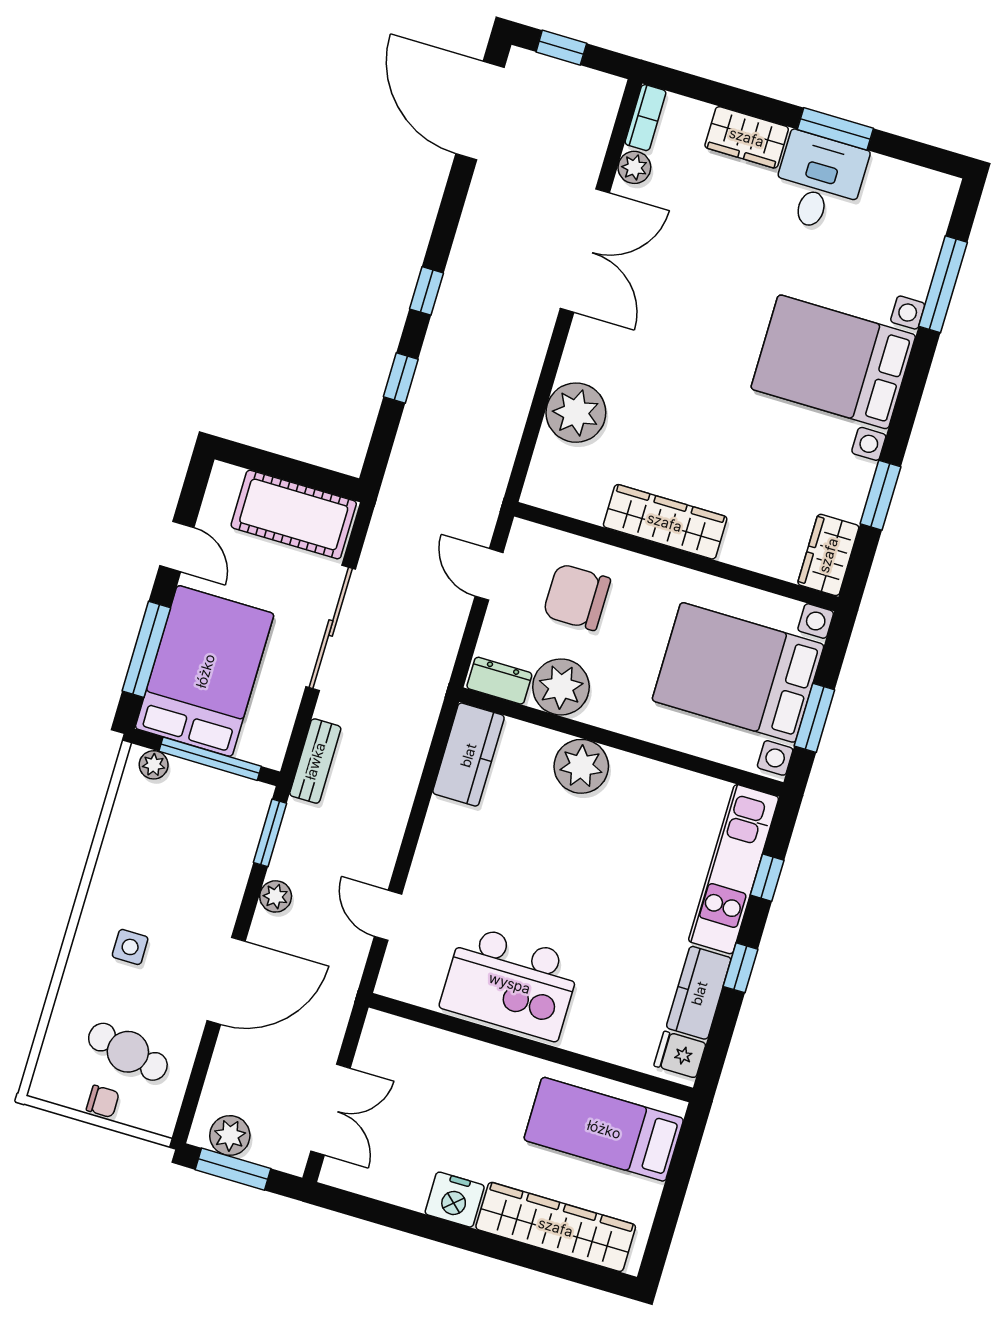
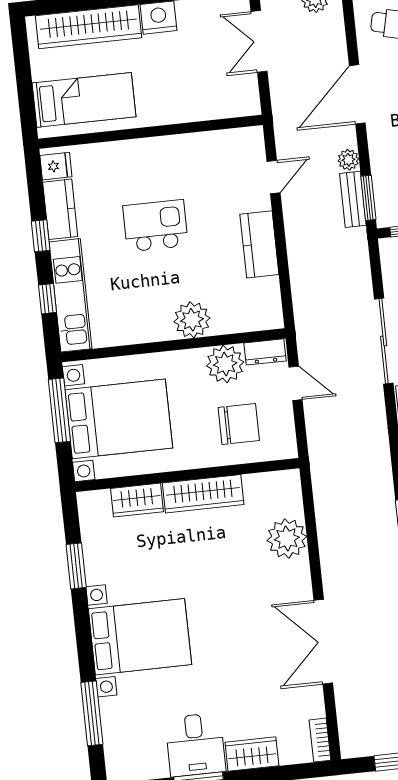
plant: (634, 167) -> (314, 706), removed
wardrobe: (828, 555) -> (137, 500), moved, turned 90
door: (489, 574) -> (296, 383), moved
window: (814, 718) -> (59, 410), width x1.44
kitchen counter: (468, 755) -> (259, 244), moved
bench: (315, 761) -> (353, 199), moved
door: (388, 915) -> (274, 177), hinge flipped
kitchen island: (510, 983) -> (155, 226), moved, width x0.73, depth x0.78

